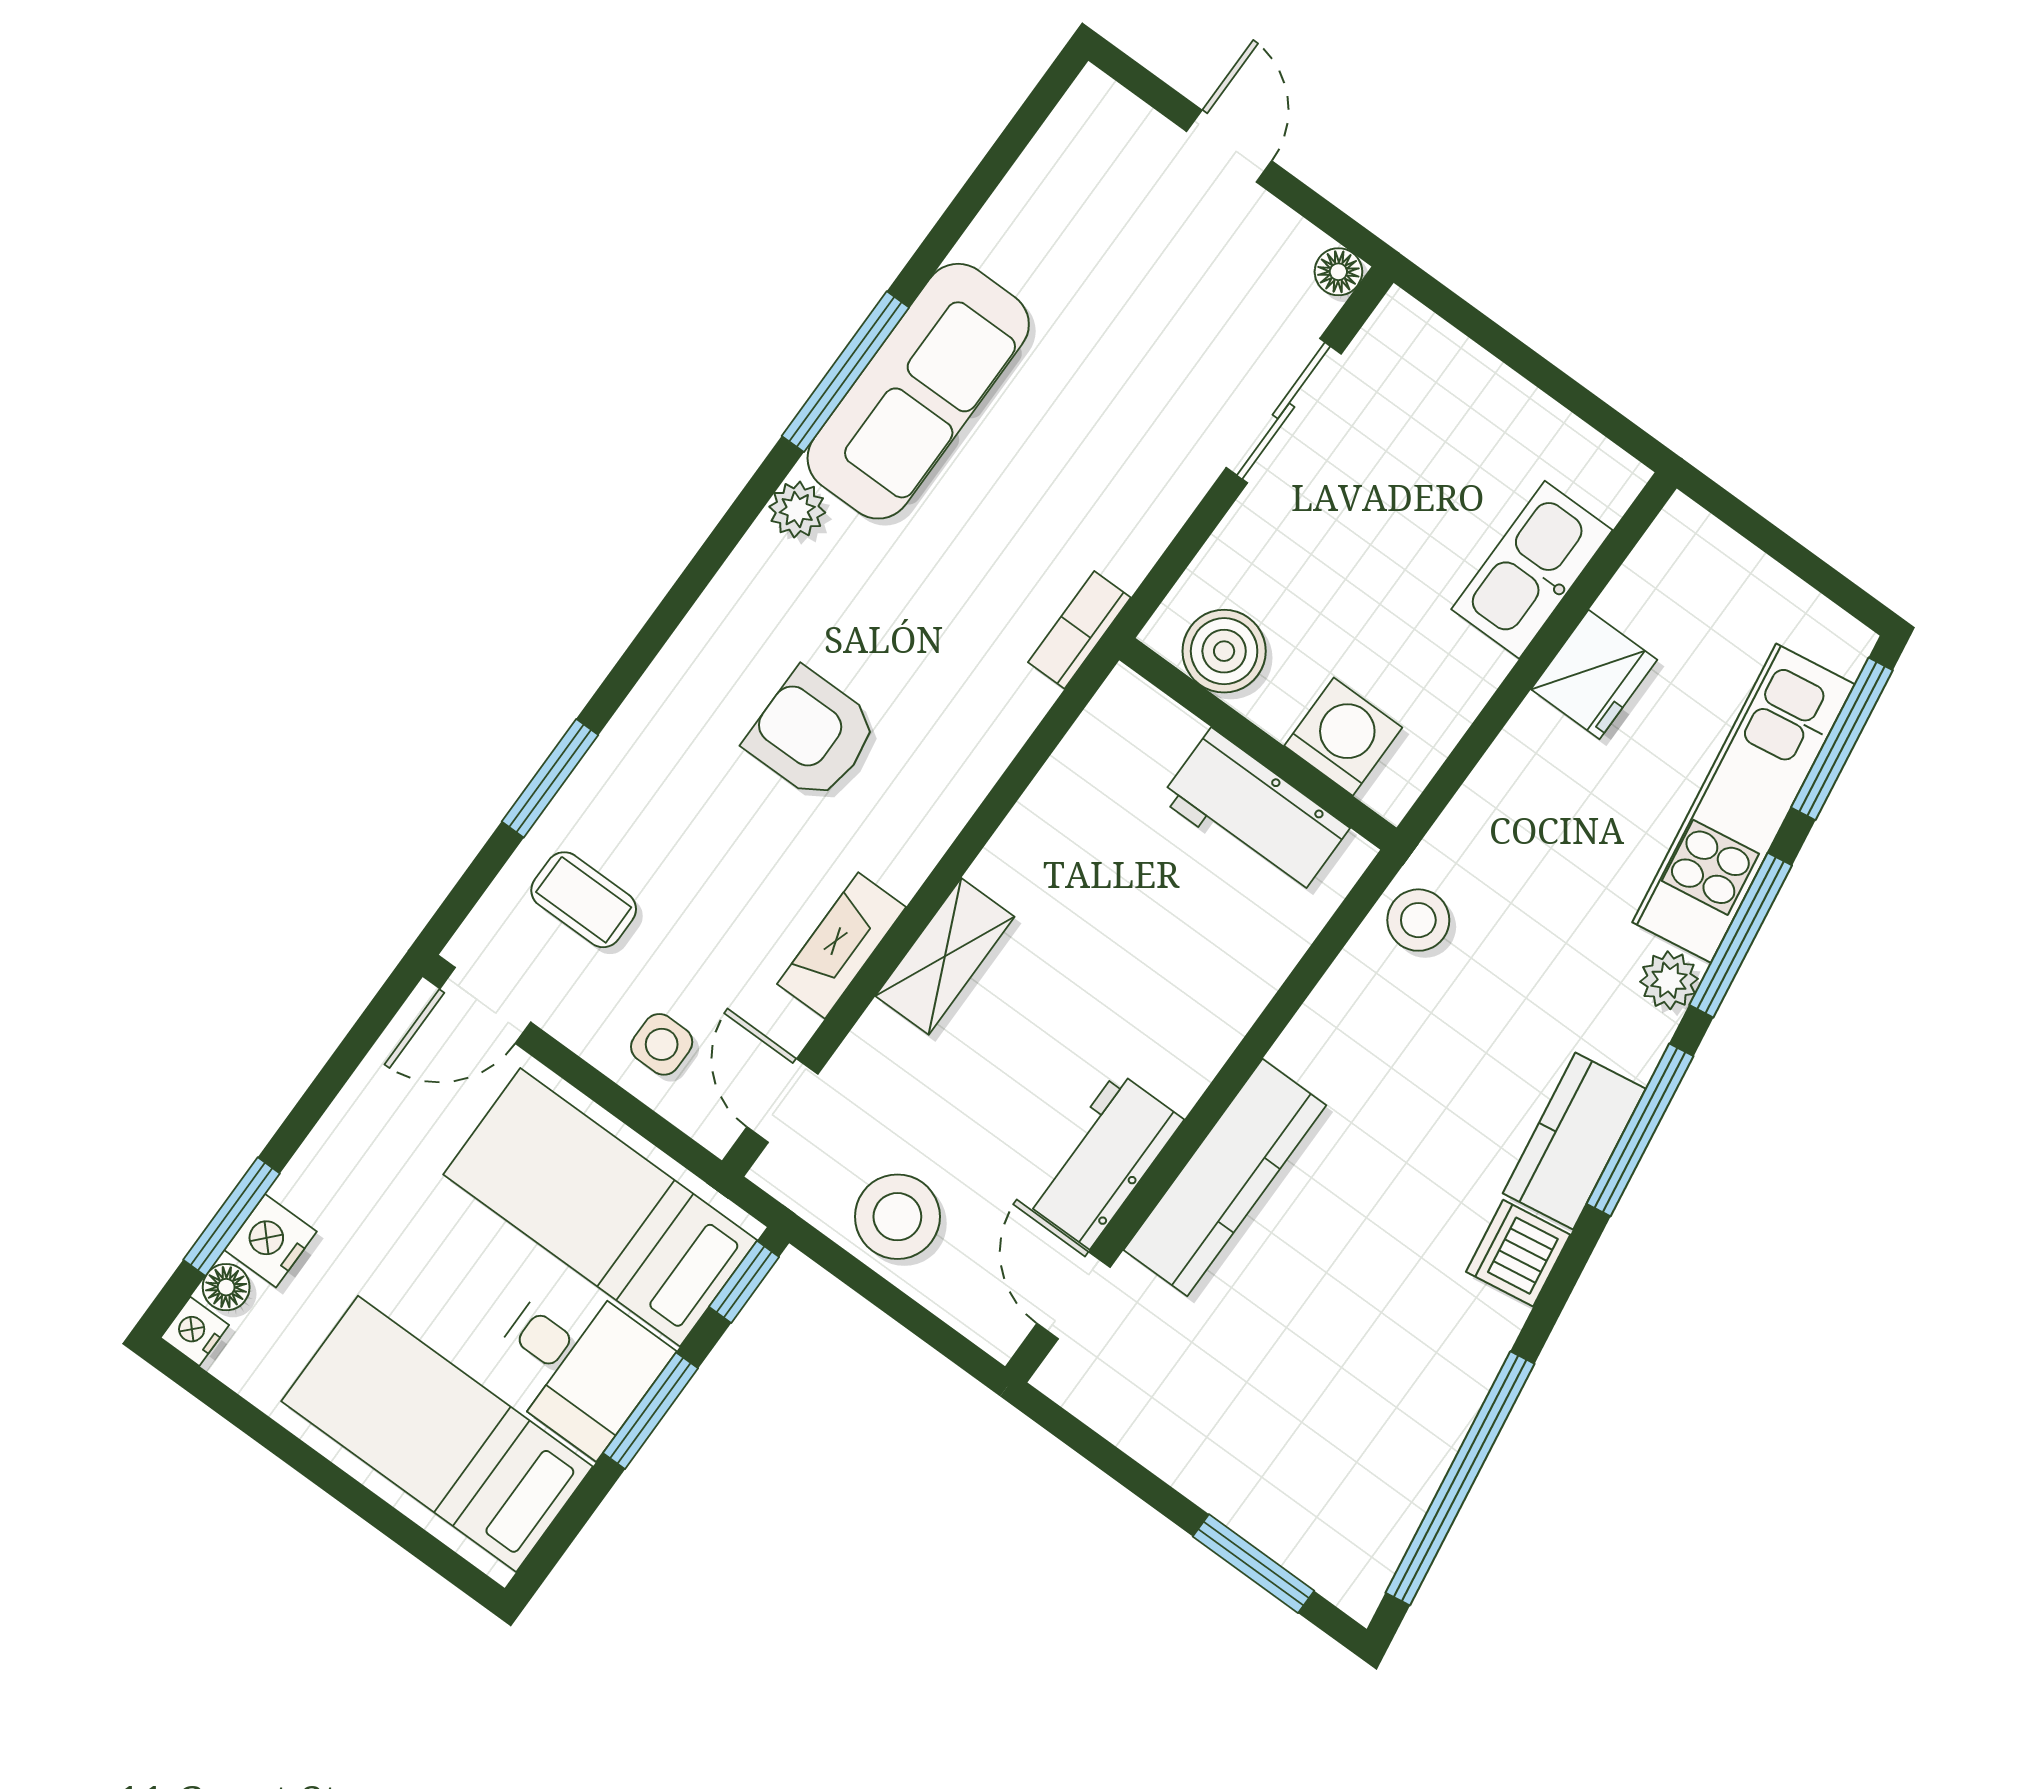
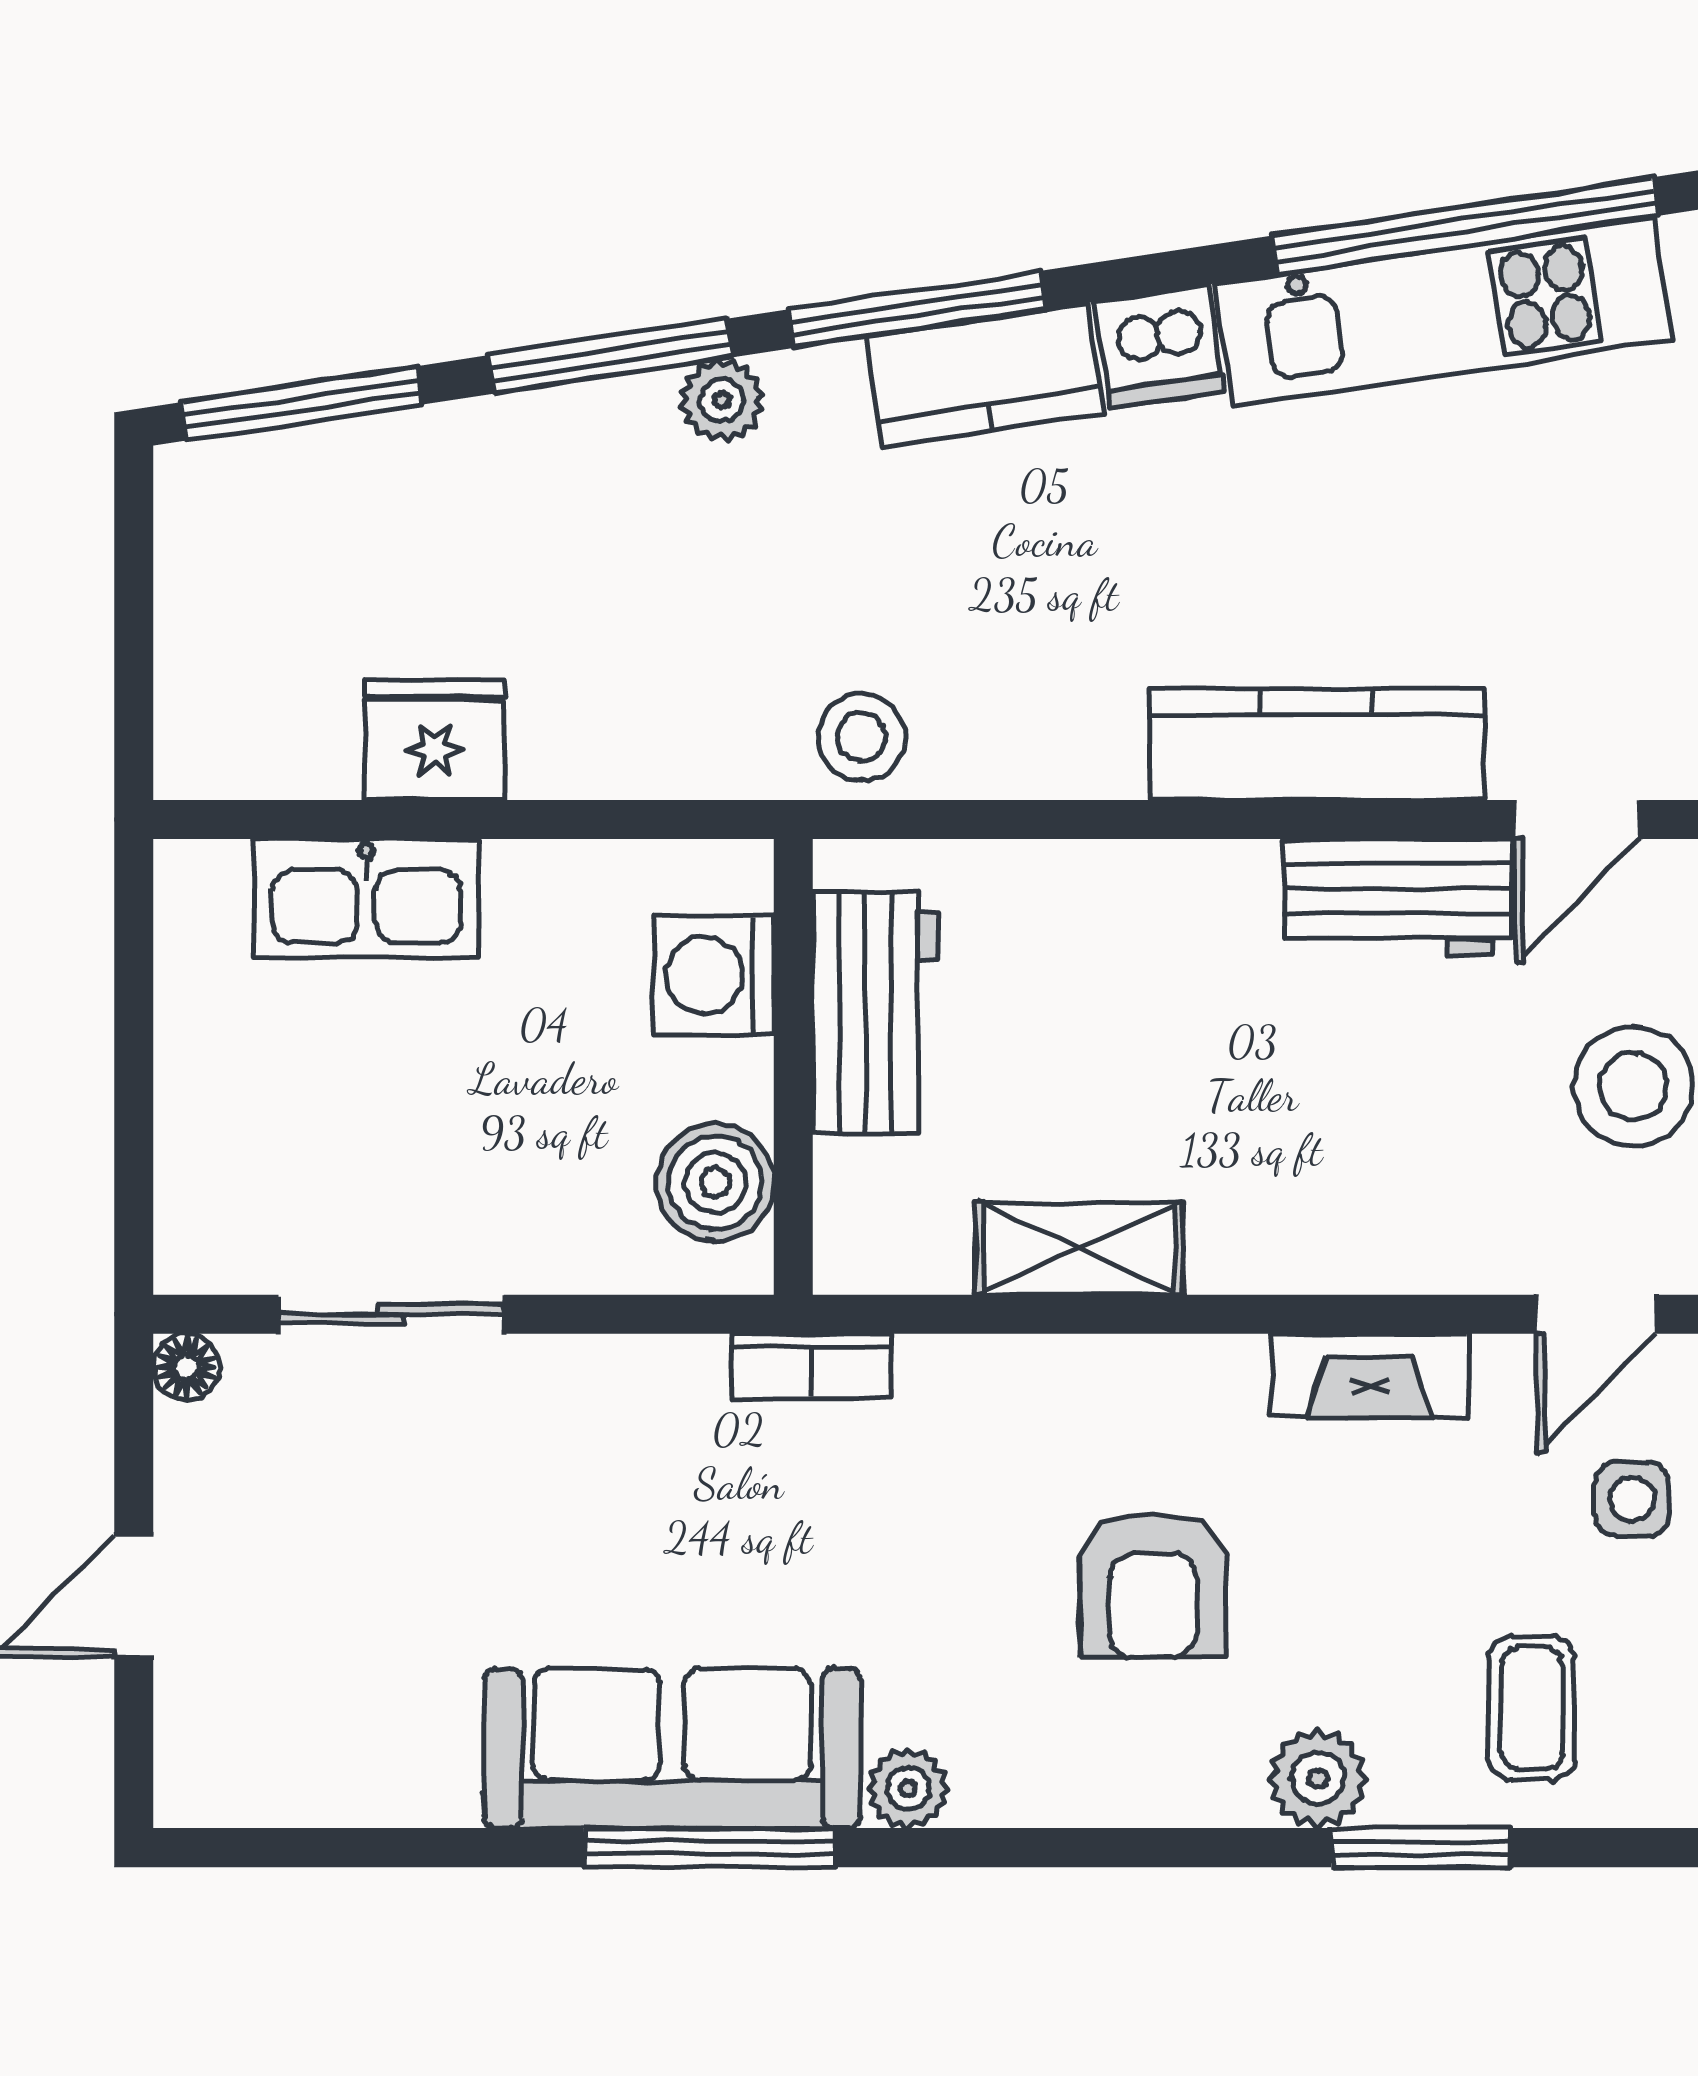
plant: (632, 748) -> (1318, 1778), added
kitchen unit: (1744, 803) -> (1444, 312), moved
shelving: (945, 956) -> (1079, 1248), moved

